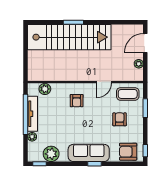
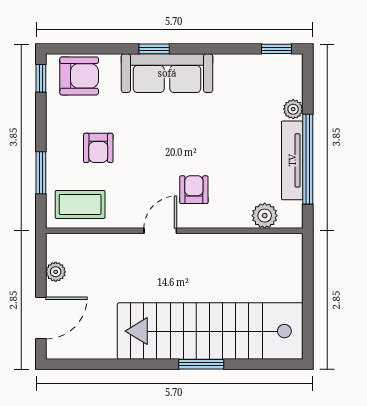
door: (104, 82) -> (160, 231), moved
plant: (51, 154) -> (251, 71), removed

